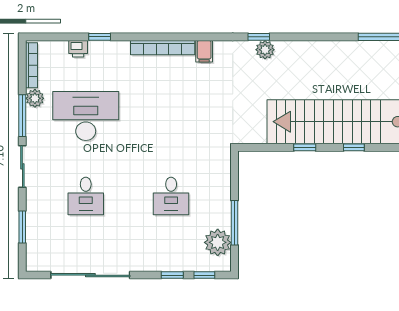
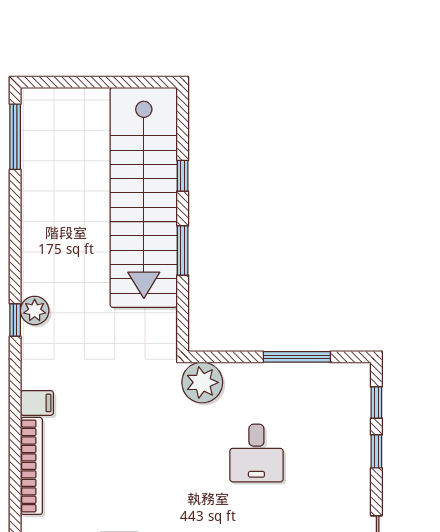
window: (305, 147) -> (183, 250), width x1.50
desk: (171, 196) -> (256, 453), turned 90
plant: (218, 242) -> (202, 382), moved

